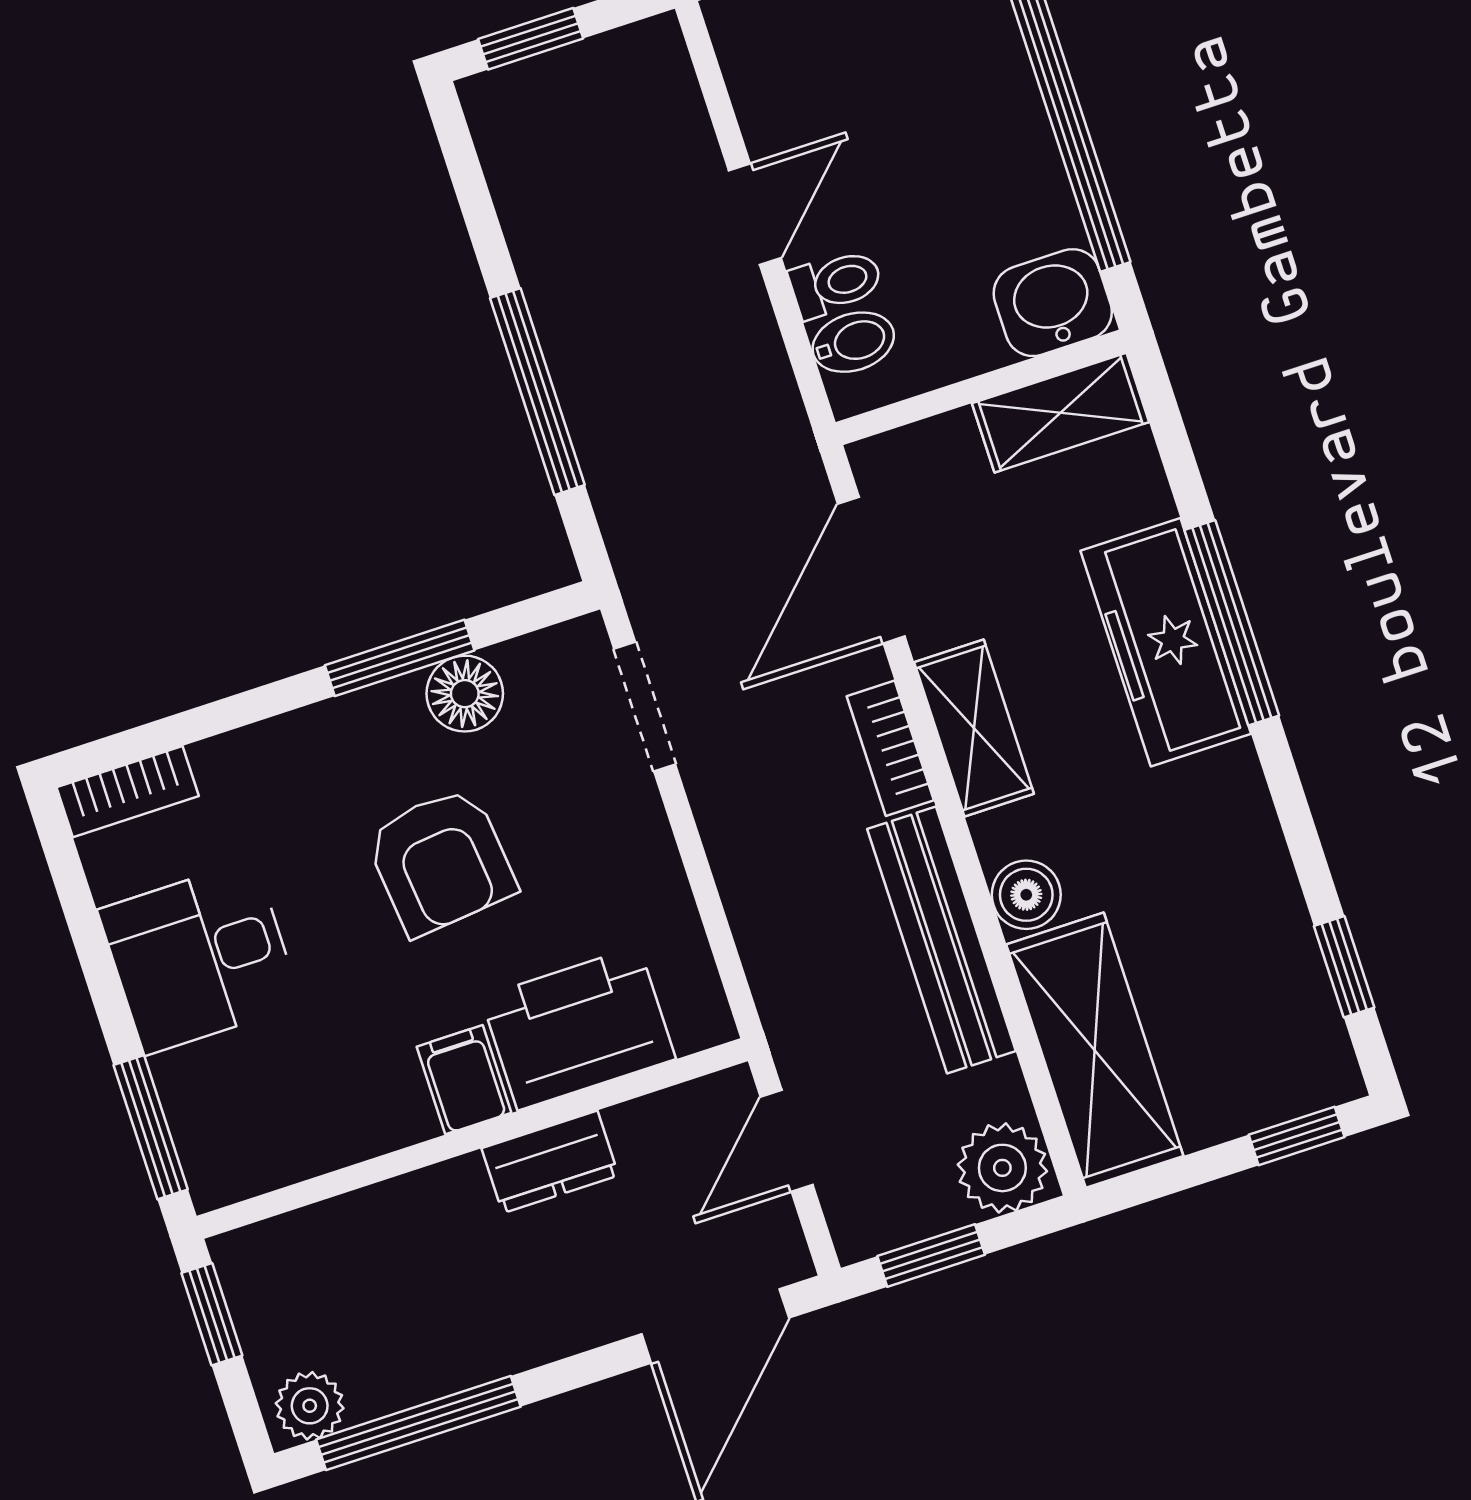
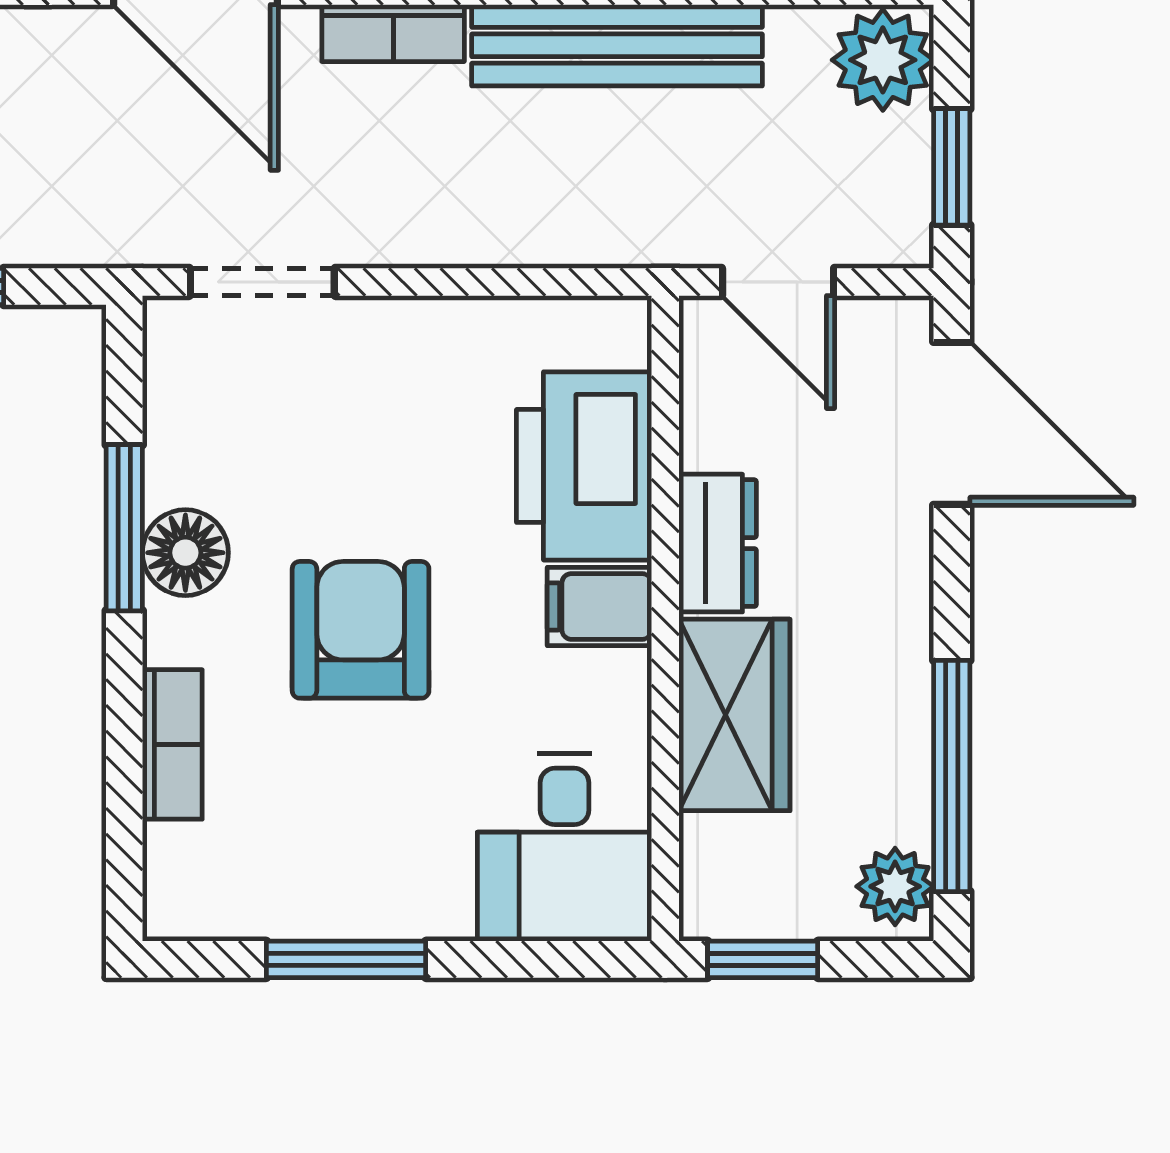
floor lamp: (465, 694) -> (185, 553), moved
bookcase: (128, 792) -> (172, 744), moved
armchair: (441, 861) -> (361, 630), moved, turned -84
desk: (200, 957) -> (564, 847), moved
window: (151, 1127) -> (346, 959), moved
wardrobe: (410, 1223) -> (734, 715), added

